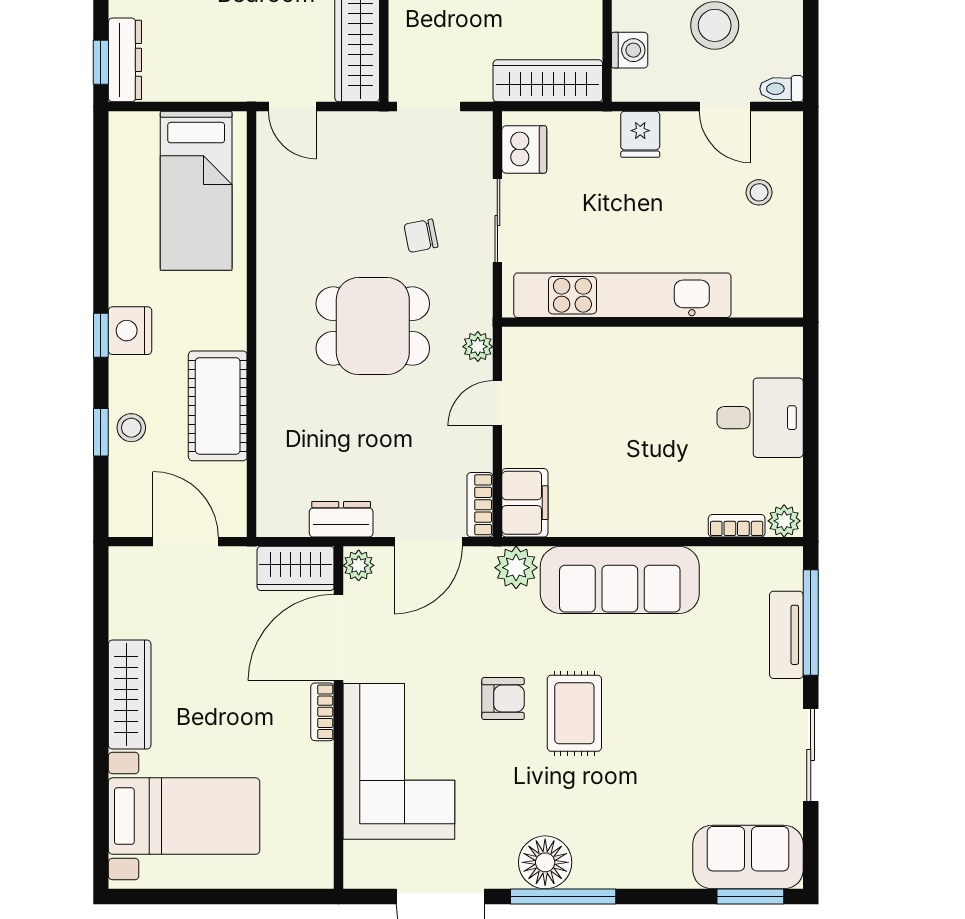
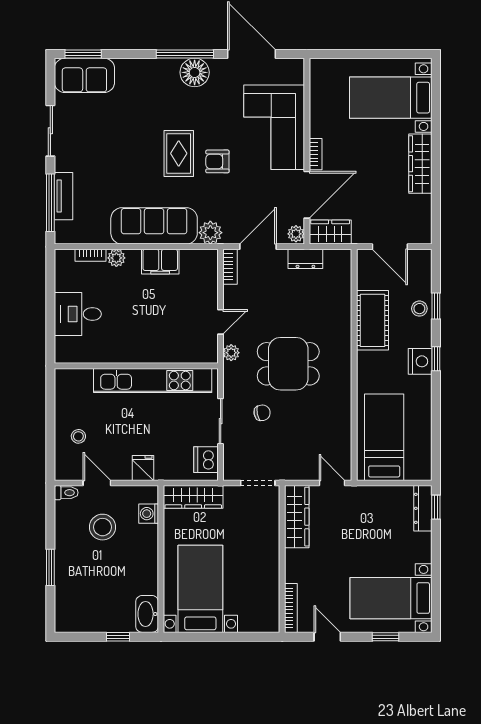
filing cabinet: (525, 503) -> (160, 262), moved, turned -90
plant: (784, 521) -> (116, 258), moved

